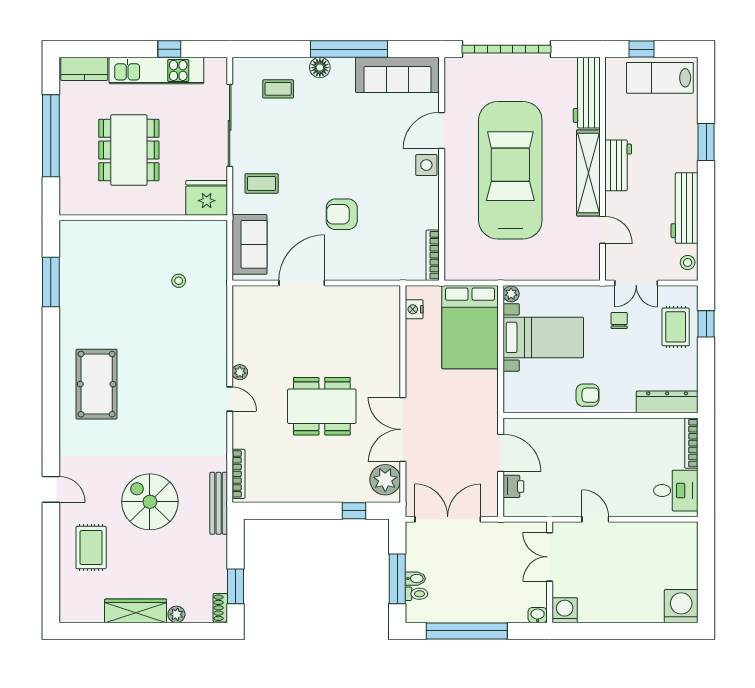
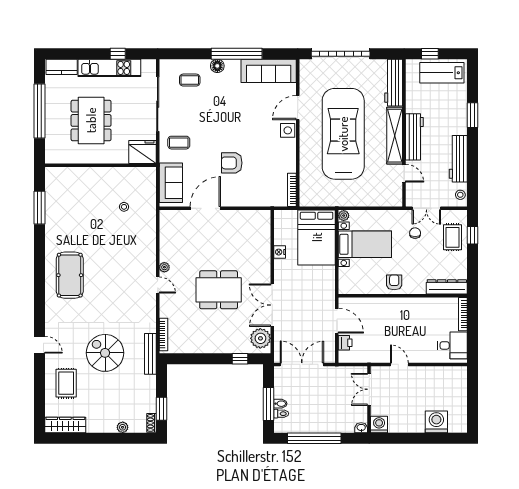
workbench: (618, 165) -> (414, 137), width x1.37
nightstand: (414, 309) -> (280, 252), moved
armchair: (588, 395) -> (394, 282), turned -90
washing machine: (681, 606) -> (436, 422), moved
wardrobe: (136, 611) -> (65, 425), moved

